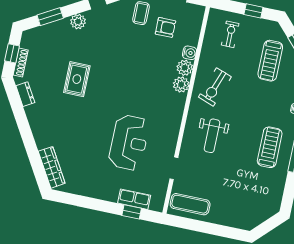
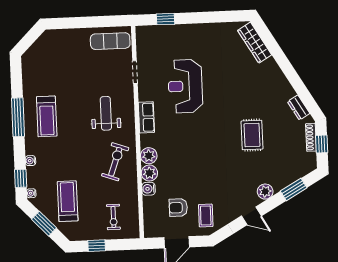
row of seats: (134, 199) -> (146, 117), moved, turned -90

